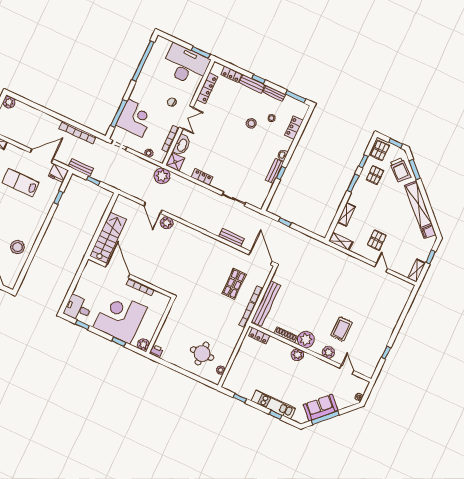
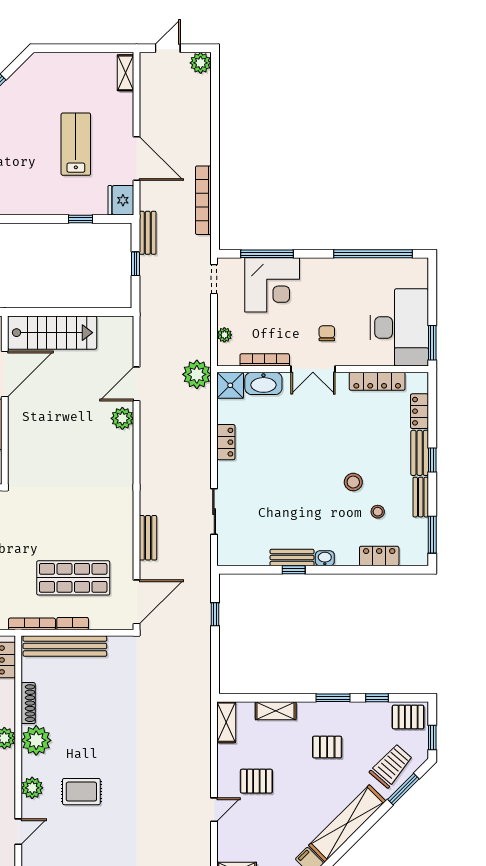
trolley: (400, 170) -> (391, 766), turned 180
pallet: (375, 175) -> (327, 747), moved
shop shelf: (234, 284) -> (73, 578), width x1.43, depth x1.36

